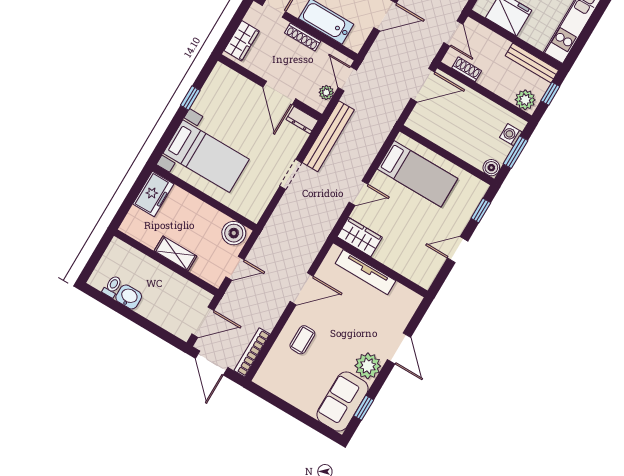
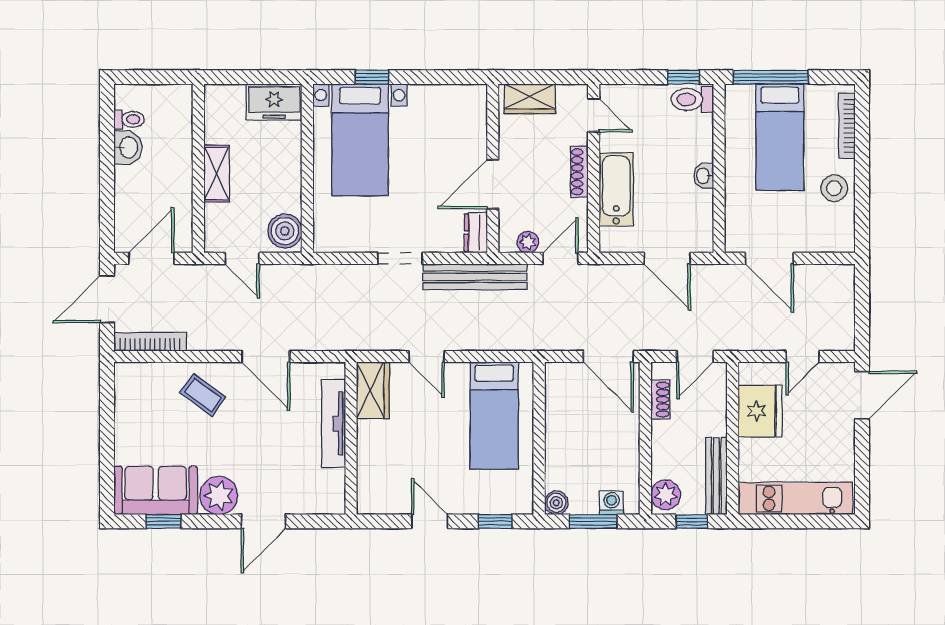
window: (190, 98) -> (372, 77), moved
door: (203, 322) -> (151, 258), swing flipped
coffee table: (302, 340) -> (203, 395), turned 36

